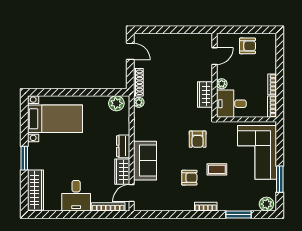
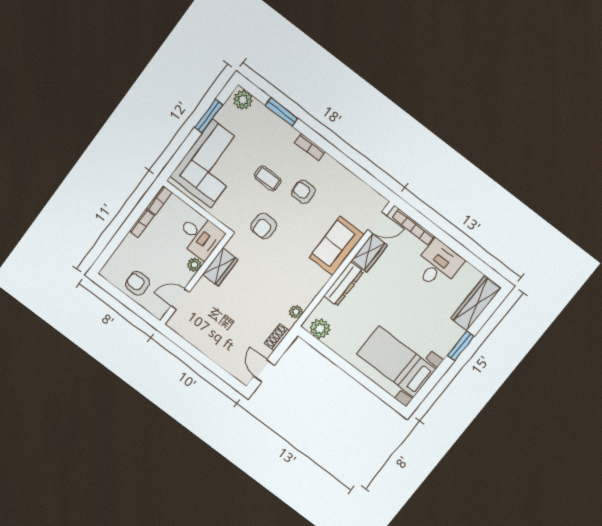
shoe rack: (138, 82) -> (277, 337), width x0.70
armchair: (198, 139) -> (264, 226), turned 180
dresser: (123, 146) -> (344, 284), width x1.44

